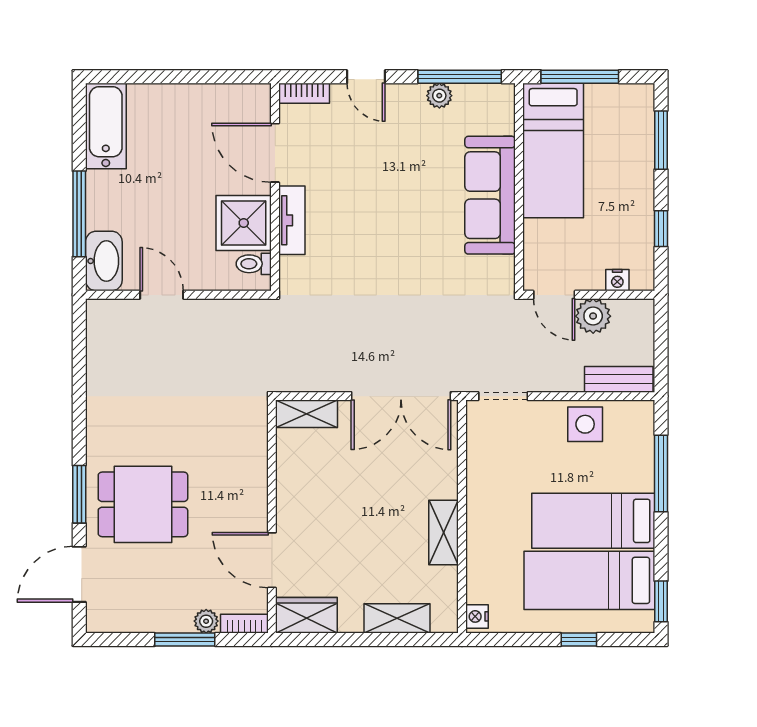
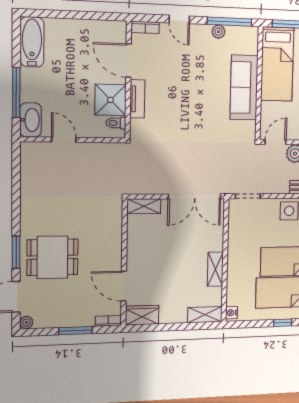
door: (554, 295) -> (276, 142), swing flipped
shelving: (397, 618) -> (205, 315), moved
plant: (206, 621) -> (26, 322), moved

